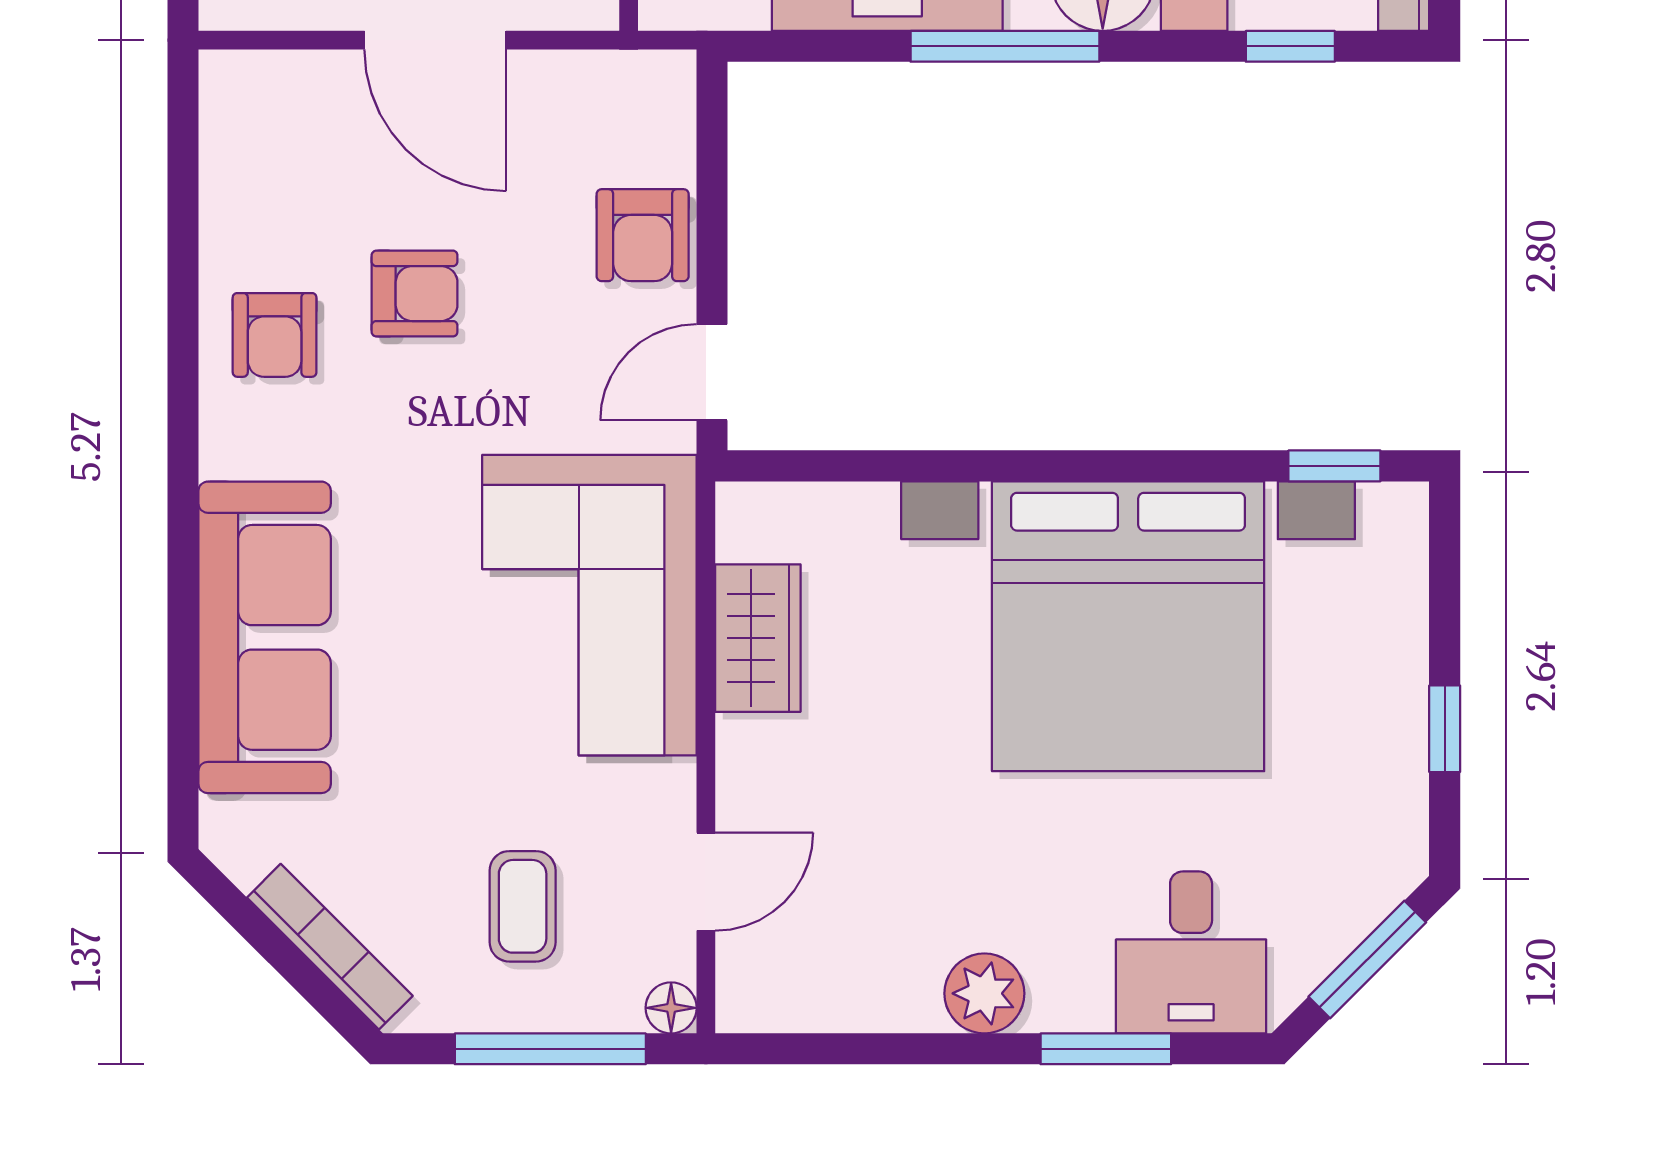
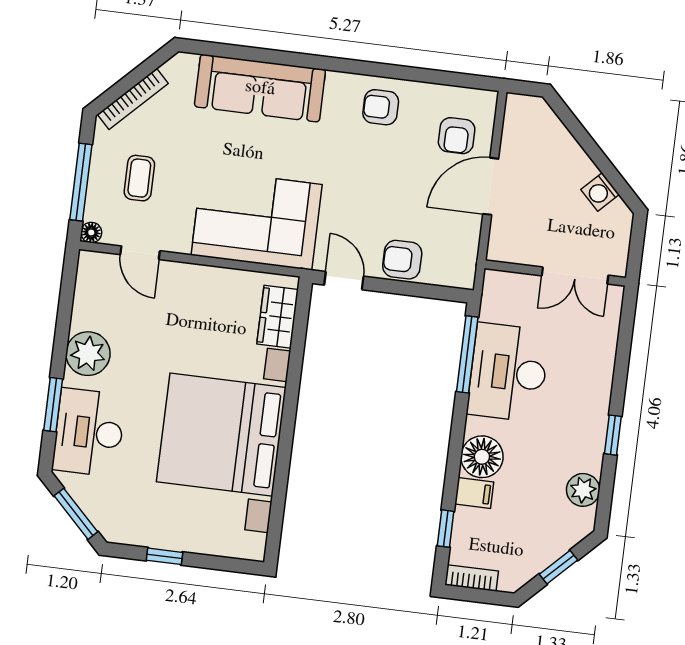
window: (1005, 46) -> (467, 354), moved
armchair: (415, 294) -> (457, 136), moved
window: (1334, 466) -> (275, 525), removed
wardrobe: (758, 638) -> (278, 317), moved, turned 90
coffee table: (523, 906) -> (139, 178), turned 90
desk: (1191, 952) -> (89, 432), width x1.37
plant: (984, 993) -> (88, 354), width x1.36, depth x1.36

